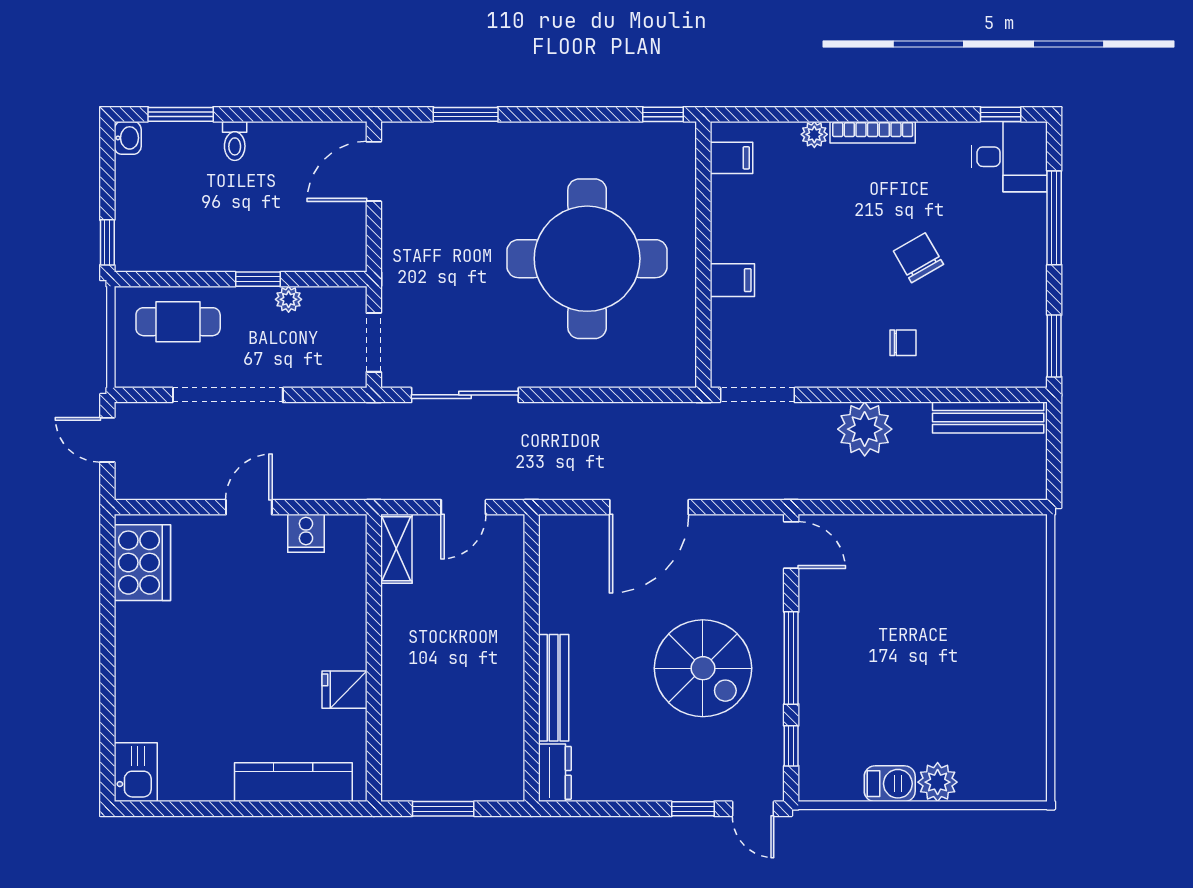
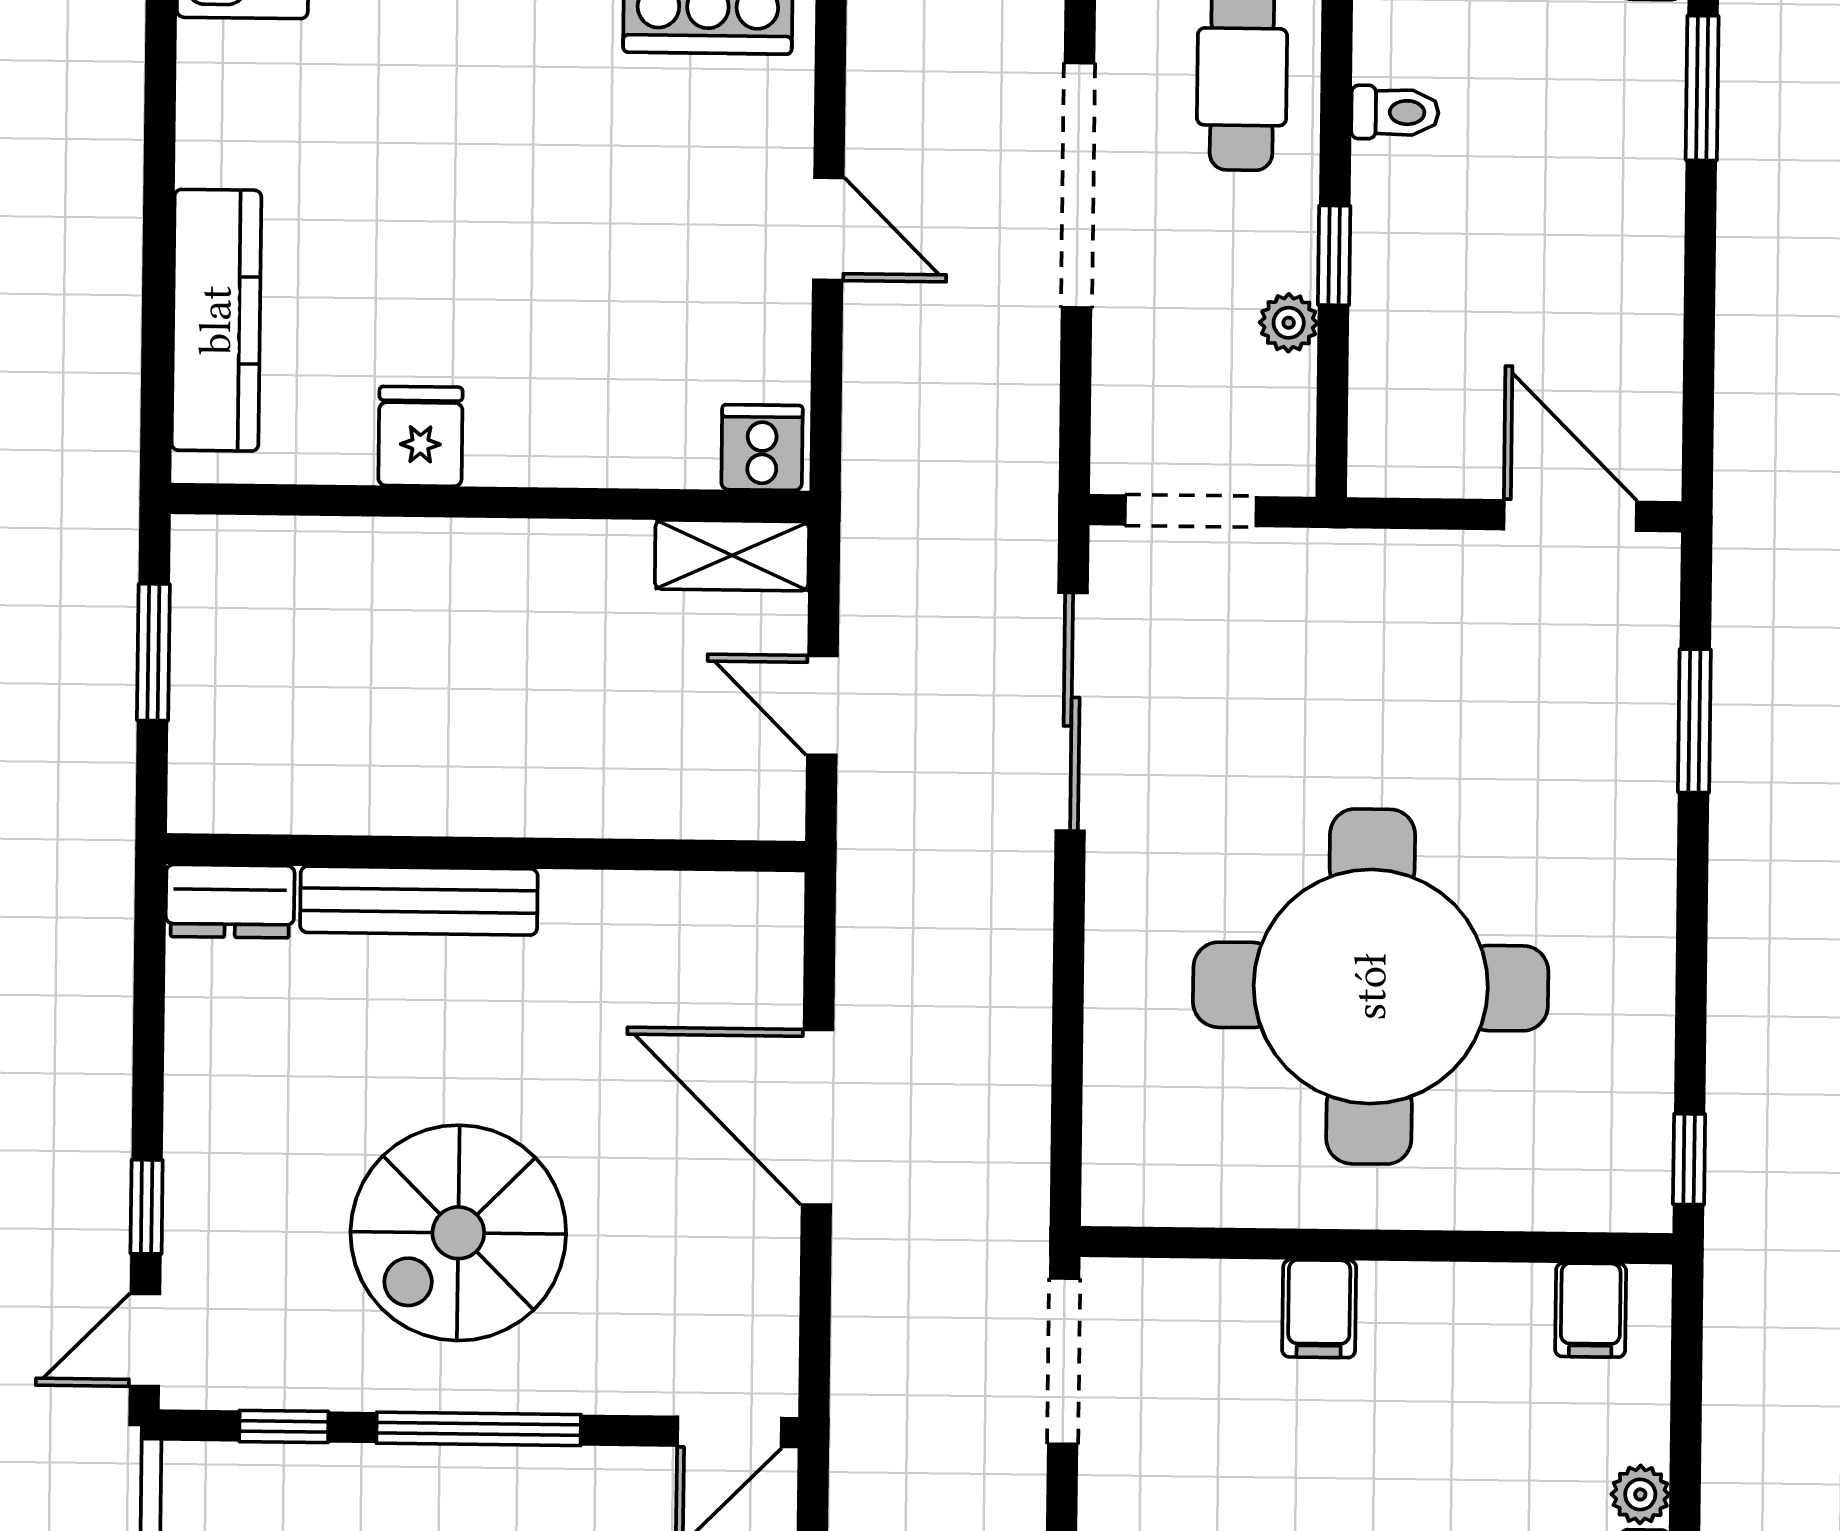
toilet: (235, 141) -> (1395, 112), moved, turned 180
cooker: (306, 533) -> (762, 448), moved, turned 90

